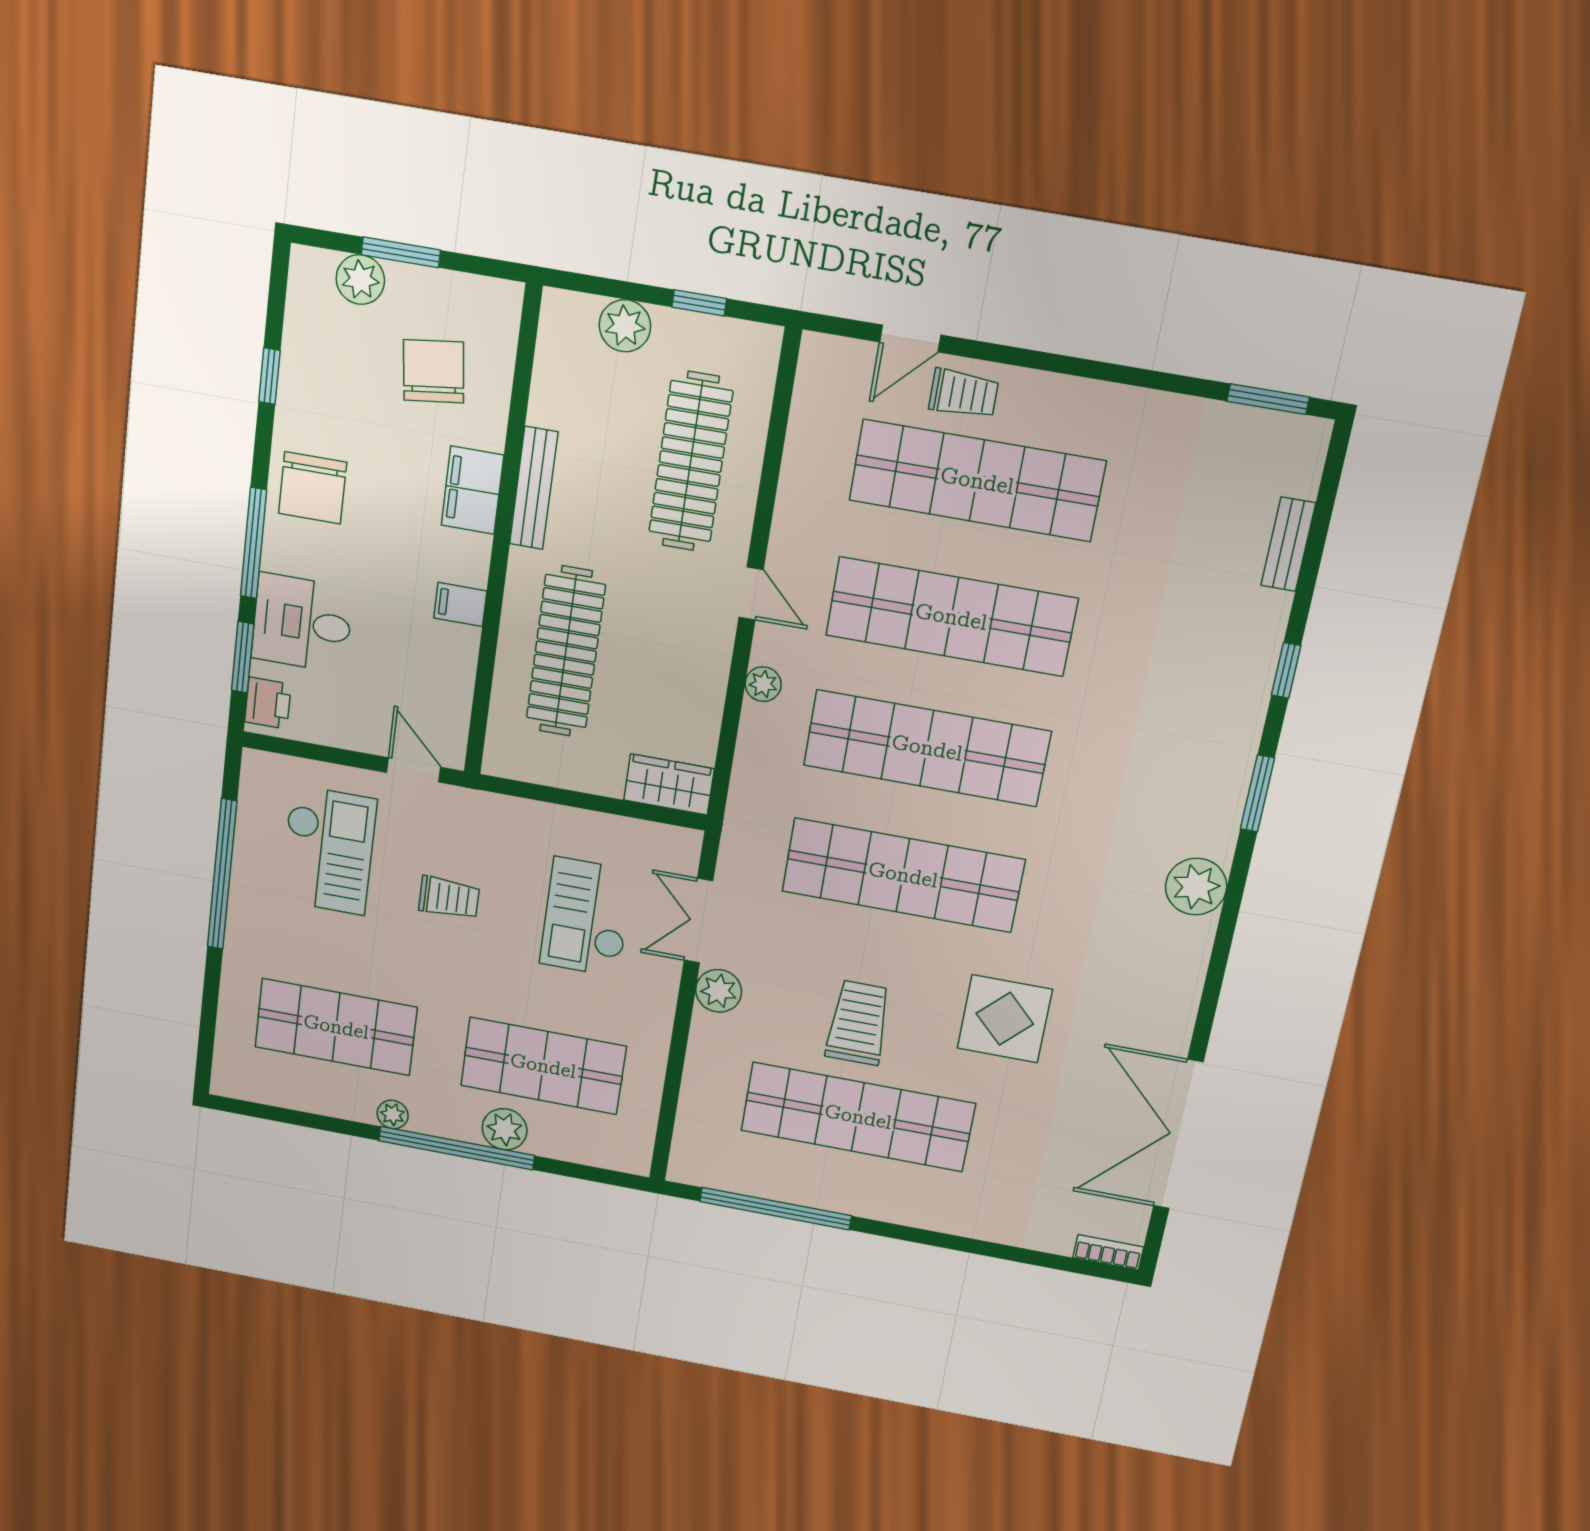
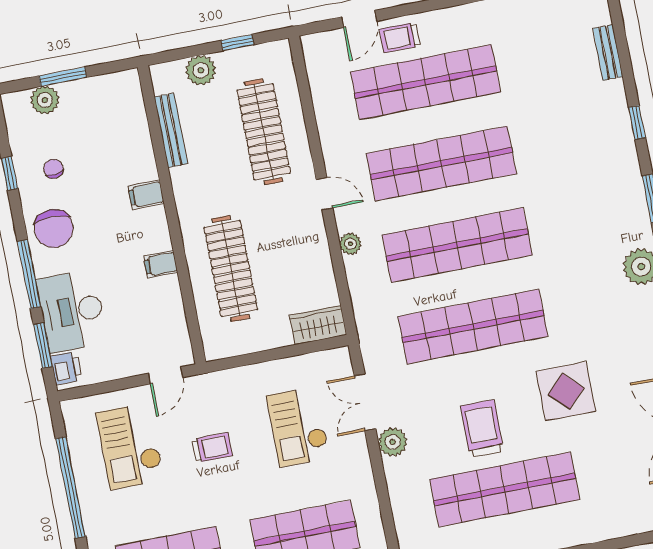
chair: (434, 371) -> (53, 169), moved, width x0.54, depth x0.54
trolley: (964, 394) -> (400, 38), turned 180
bench: (534, 488) -> (171, 130), moved
filing cabinet: (472, 490) -> (146, 195), width x0.50
desk: (302, 623) -> (72, 311), width x1.37
door: (414, 770) -> (166, 375), swing flipped
checkout: (328, 850) -> (130, 446), turned 180

